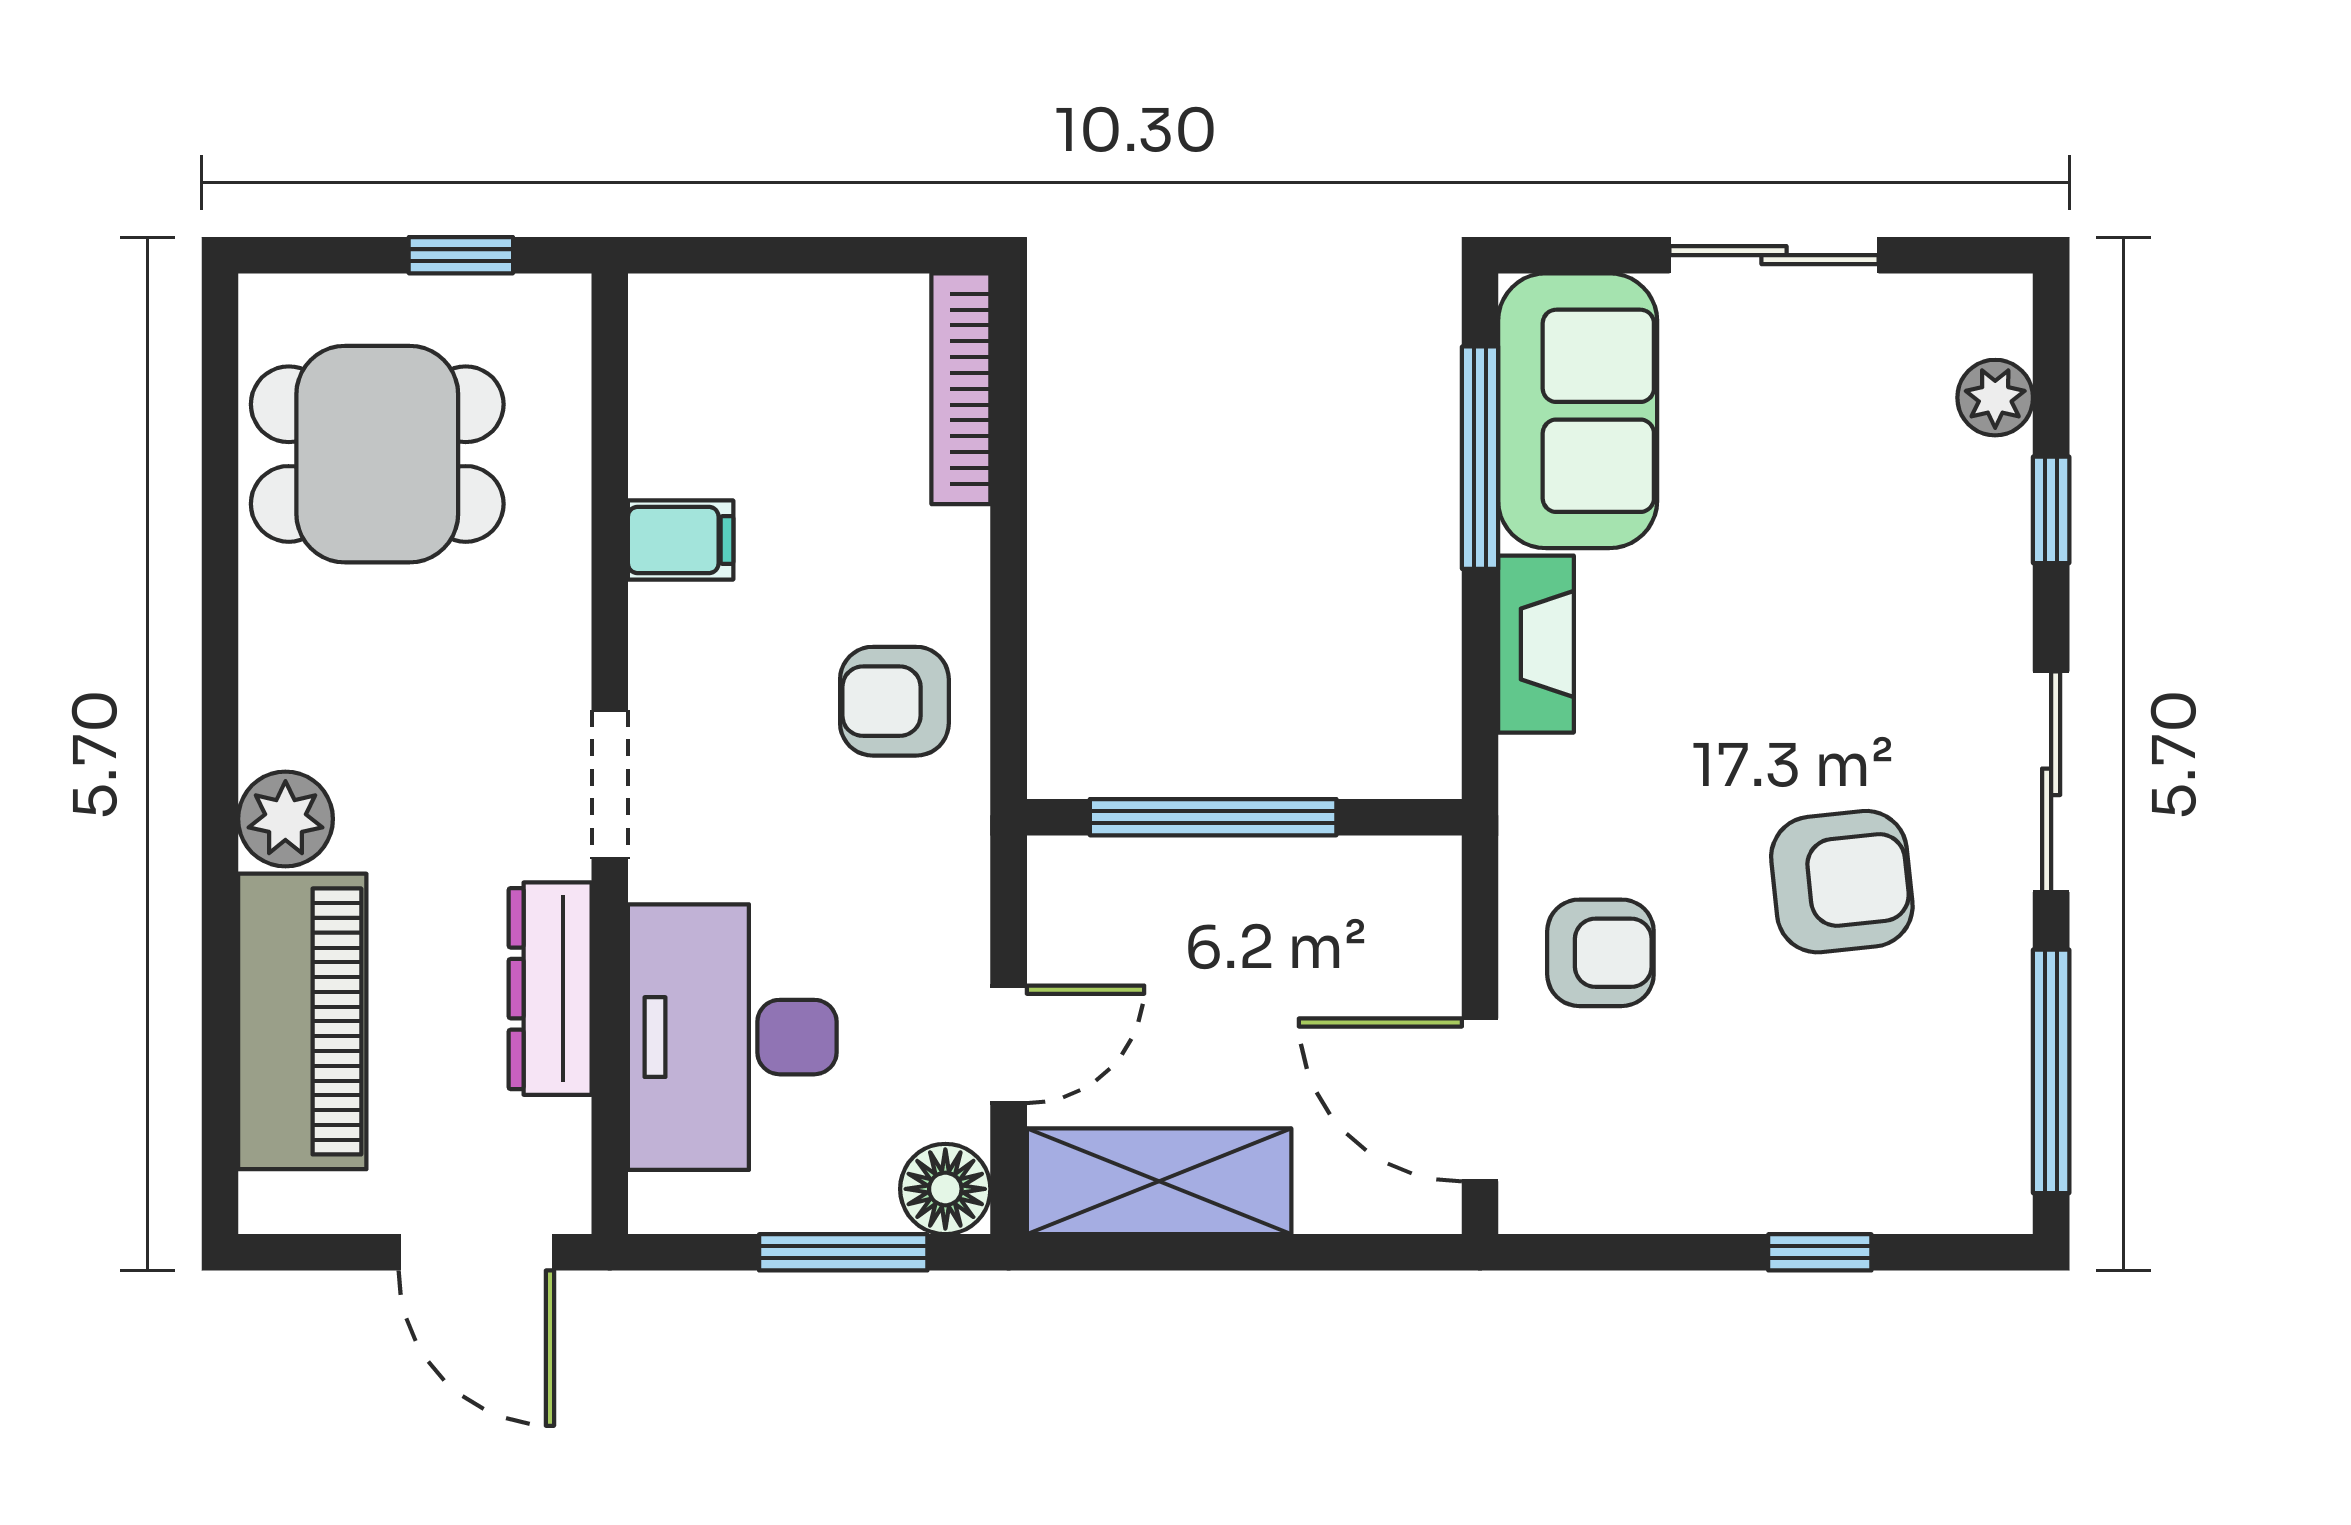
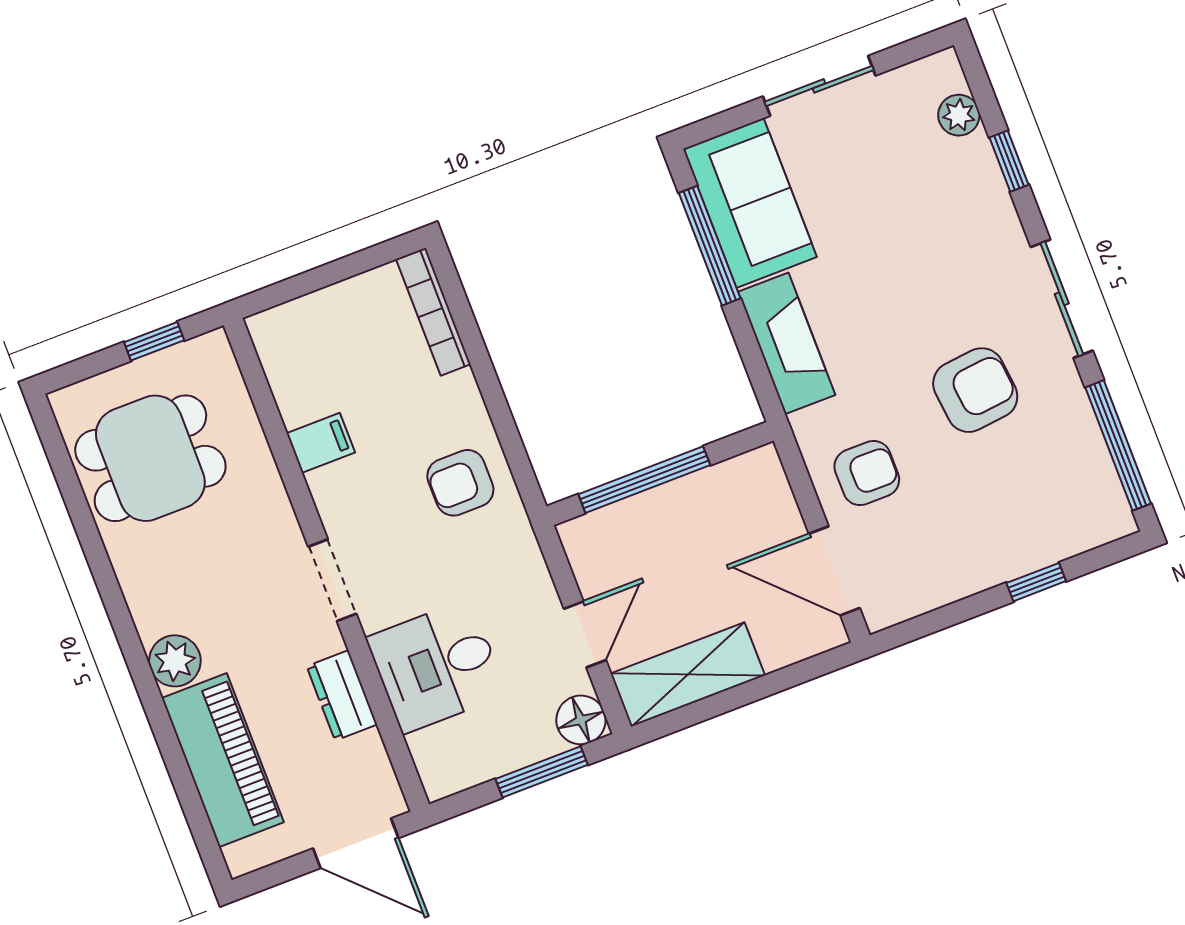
fireplace: (1536, 644) -> (787, 343), width x1.37, depth x1.32
dresser: (550, 989) -> (342, 695), width x0.70
desk: (732, 1037) -> (437, 666), width x0.73

